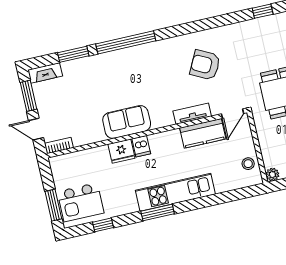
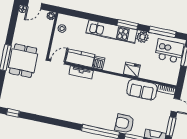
armchair: (205, 65) -> (124, 123), moved, turned 153
sofa: (127, 122) -> (142, 90), moved
dishwasher: (141, 146) -> (99, 63), moved
plant: (128, 205) -> (143, 37), added
window: (103, 225) -> (162, 32), width x2.17

